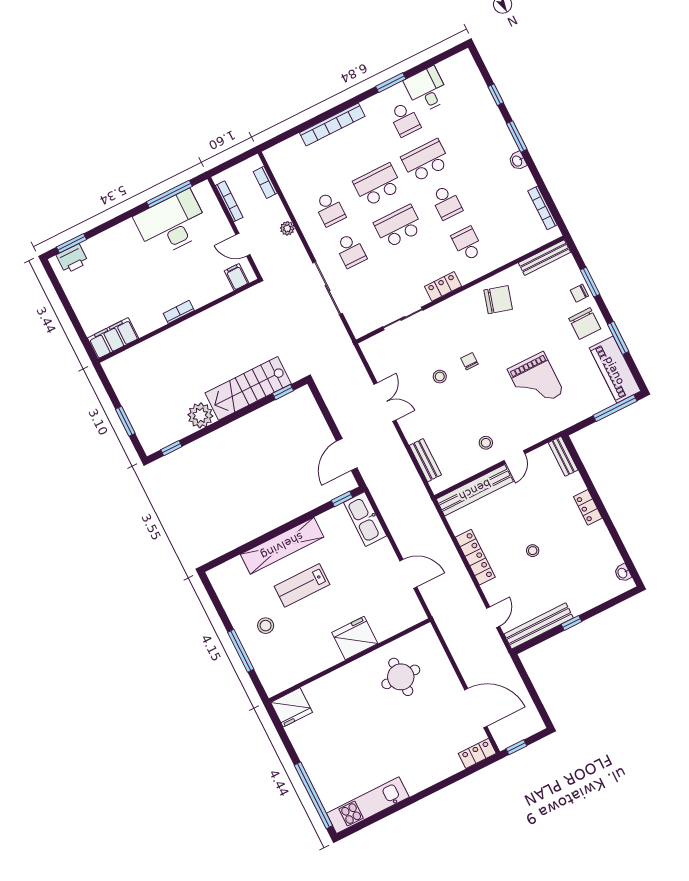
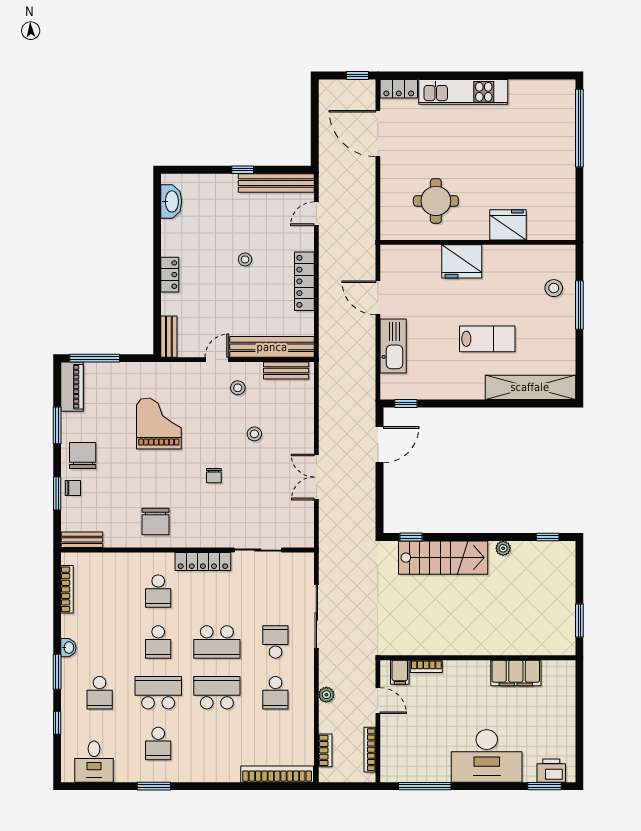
desk: (427, 90) -> (94, 762), moved
school desk: (405, 119) -> (158, 743), turned 180
bookcase: (332, 124) -> (277, 774), moved
school desk: (474, 137) -> (100, 693), added
school desk: (426, 161) -> (158, 693), turned 180
school desk: (378, 185) -> (217, 693), turned 180
school desk: (446, 202) -> (158, 642), turned 180
school desk: (330, 209) -> (275, 693), turned 180
desk: (172, 224) -> (487, 756), moved
bench: (544, 258) -> (82, 540), width x0.73
locker: (443, 286) -> (203, 562), width x1.53
chair: (498, 300) -> (156, 522), turned -106
bookcase: (179, 312) -> (426, 666), moved
filing cabinet: (113, 338) -> (516, 673), moved
piano: (615, 370) -> (72, 387), width x0.73, depth x0.75
stool: (440, 377) -> (254, 434), moved
plant: (200, 415) -> (503, 548), width x0.53, depth x0.53
window: (125, 421) -> (579, 620), moved
bench: (425, 460) -> (286, 371), moved, turned 90
kitchen sink: (365, 519) -> (393, 346), moved
shelving: (282, 546) -> (530, 387), moved
washbasin: (623, 573) -> (171, 201), width x1.91, depth x1.45
stool: (266, 626) -> (554, 288), moved
fridge: (292, 707) -> (508, 225), moved
kitchen unit: (368, 805) -> (463, 92), moved

